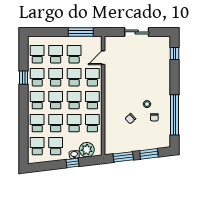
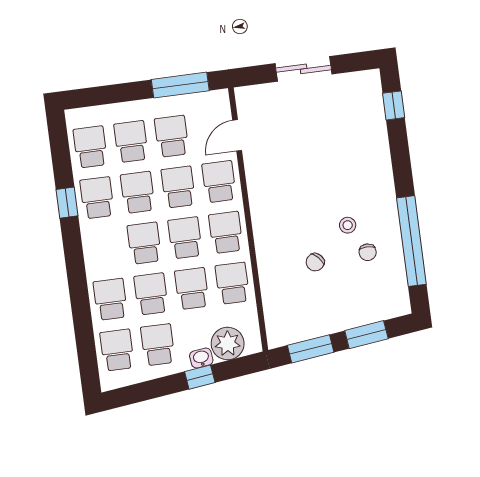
school desk: (37, 100) -> (104, 249), removed

